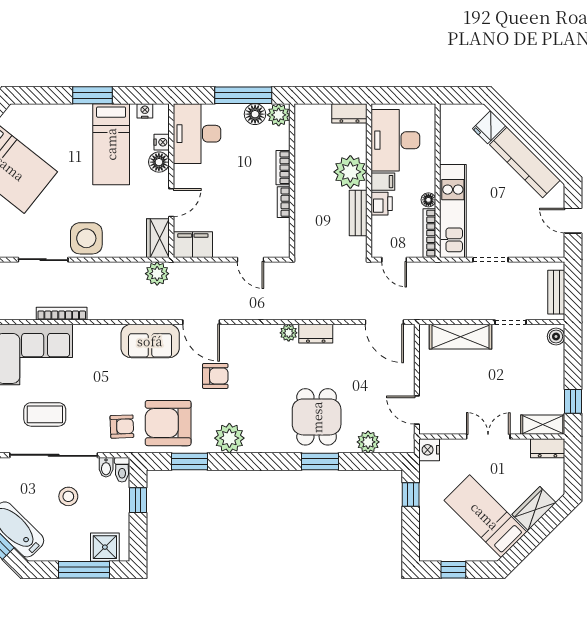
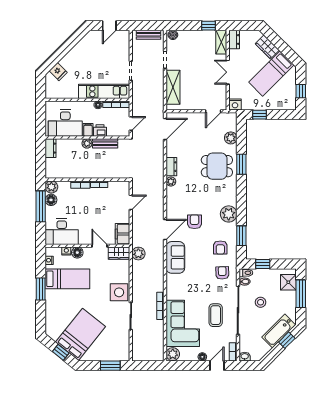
kitchen counter: (525, 162) -> (77, 52), removed
plant: (350, 172) -> (87, 143), width x0.53, depth x0.53
armchair: (168, 423) -> (220, 248), width x0.53, depth x0.53

